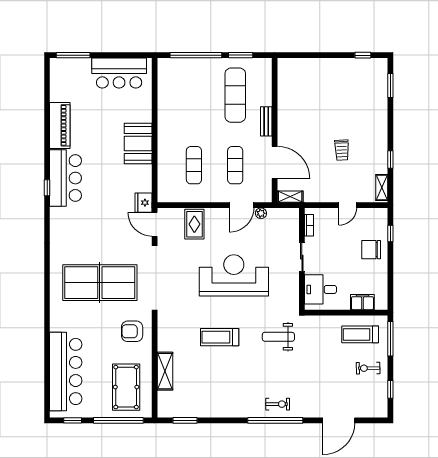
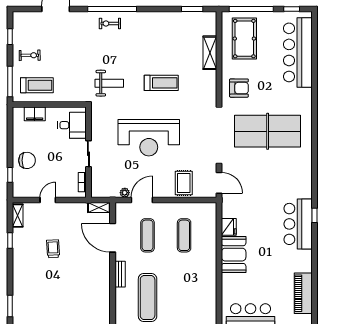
piano: (60, 125) -> (303, 293), moved
fridge: (144, 203) -> (229, 227), moved

